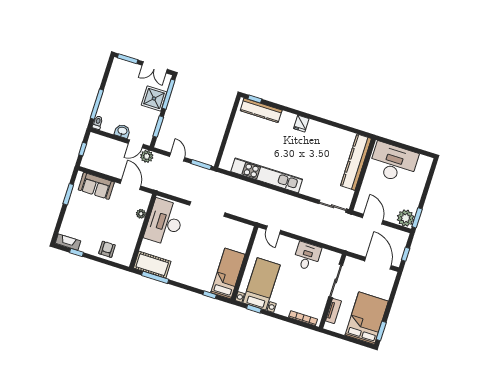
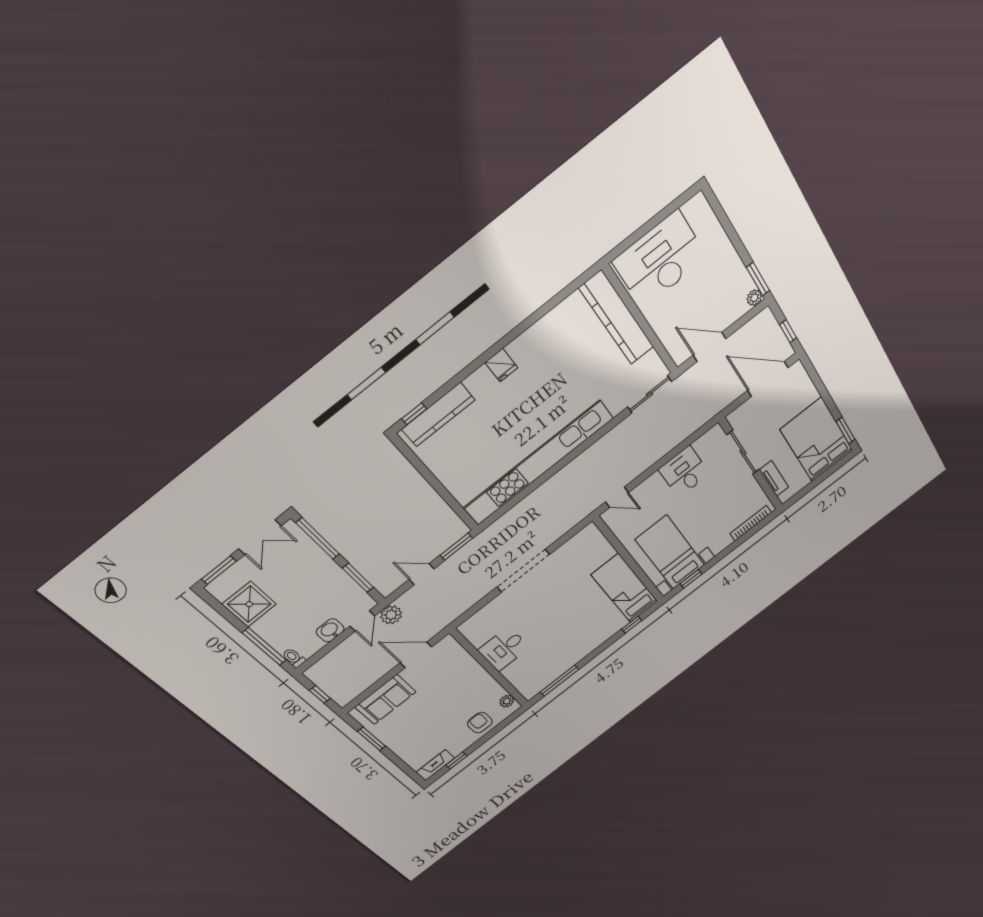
shower: (154, 98) -> (249, 604), moved
kitchen unit: (267, 175) -> (538, 463), width x1.36
plant: (141, 214) -> (507, 701), moved
plant: (406, 218) -> (754, 298), width x0.53, depth x0.53
desk: (165, 222) -> (504, 649), width x0.53, depth x0.77
cot: (152, 265) -> (541, 677), removed

